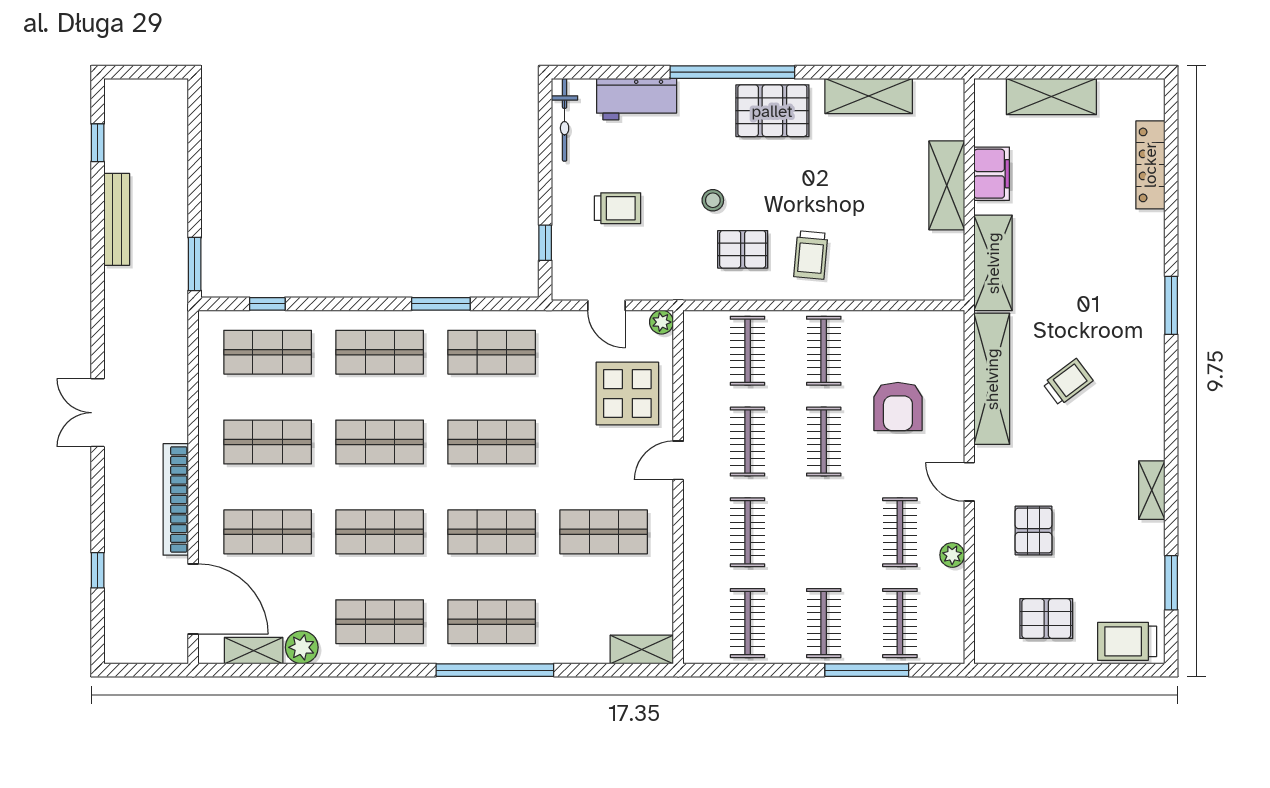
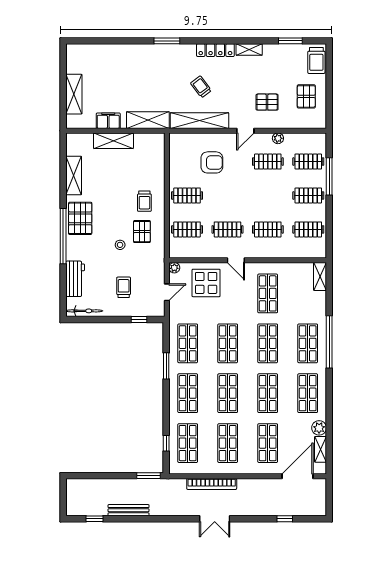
locker: (1150, 165) -> (215, 50), moved
trolley: (811, 255) -> (144, 201), turned 85
clothes rail: (824, 442) -> (227, 195), removed
bookcase: (176, 499) -> (212, 484), moved

